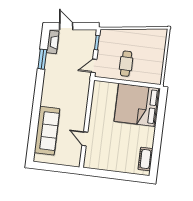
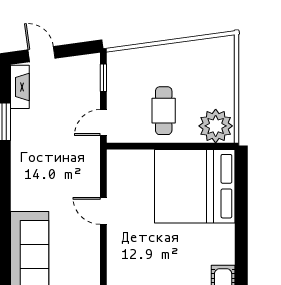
plant: (152, 75) -> (216, 126), added
door: (85, 139) -> (103, 211), moved

